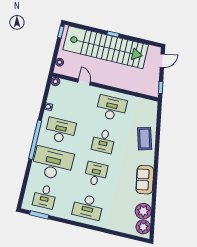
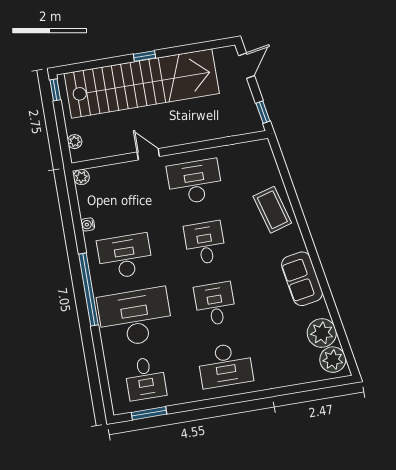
door: (84, 82) -> (148, 154), moved
desk: (104, 141) -> (205, 243), turned 180

